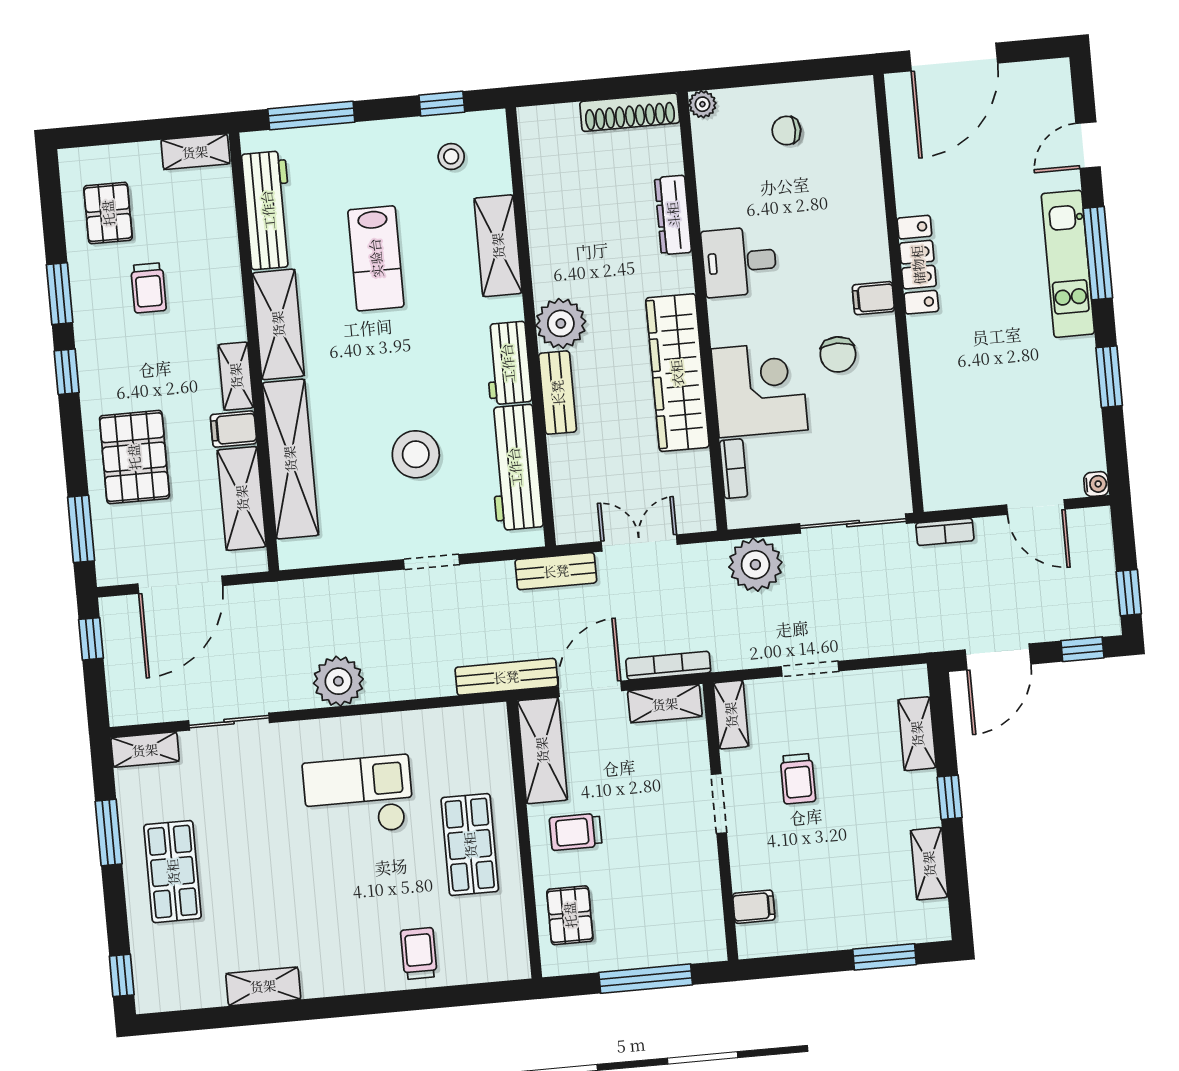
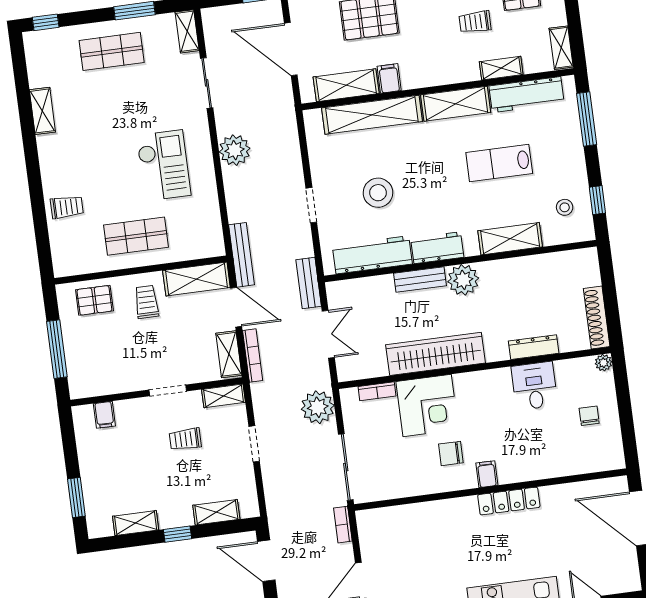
desk: (739, 262) -> (534, 386), moved
shelving: (236, 376) -> (501, 68), moved

